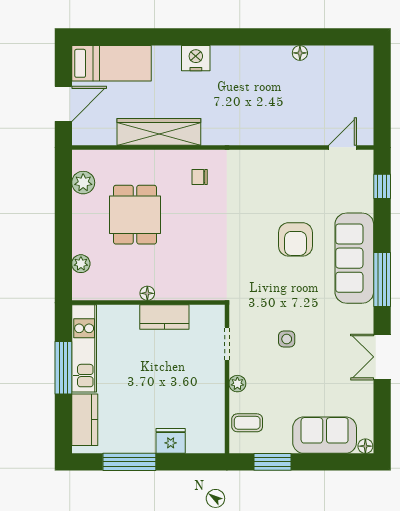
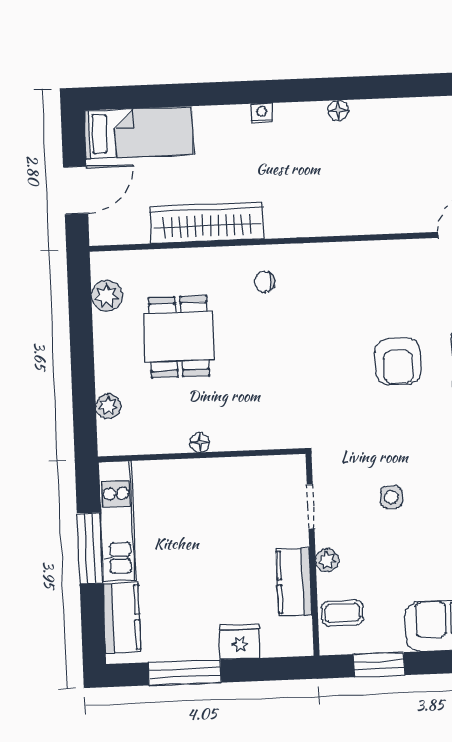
floor lamp: (300, 53) -> (338, 110), moved
nightstand: (196, 58) -> (262, 113), width x0.53, depth x0.56
kitchen counter: (164, 317) -> (294, 582), moved, turned 90

